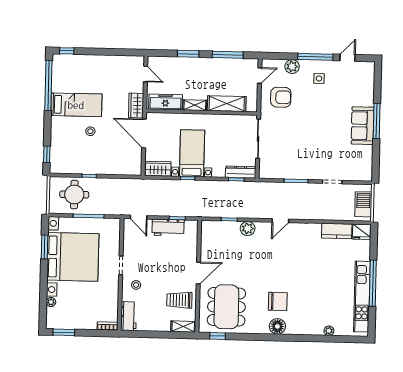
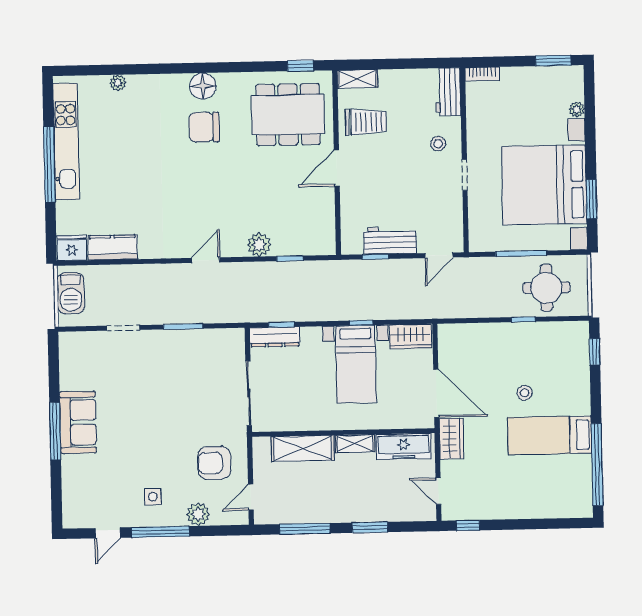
window: (67, 51) -> (468, 525), moved
door: (139, 217) -> (439, 255), swing flipped
dining table: (226, 307) -> (288, 115), turned 90

